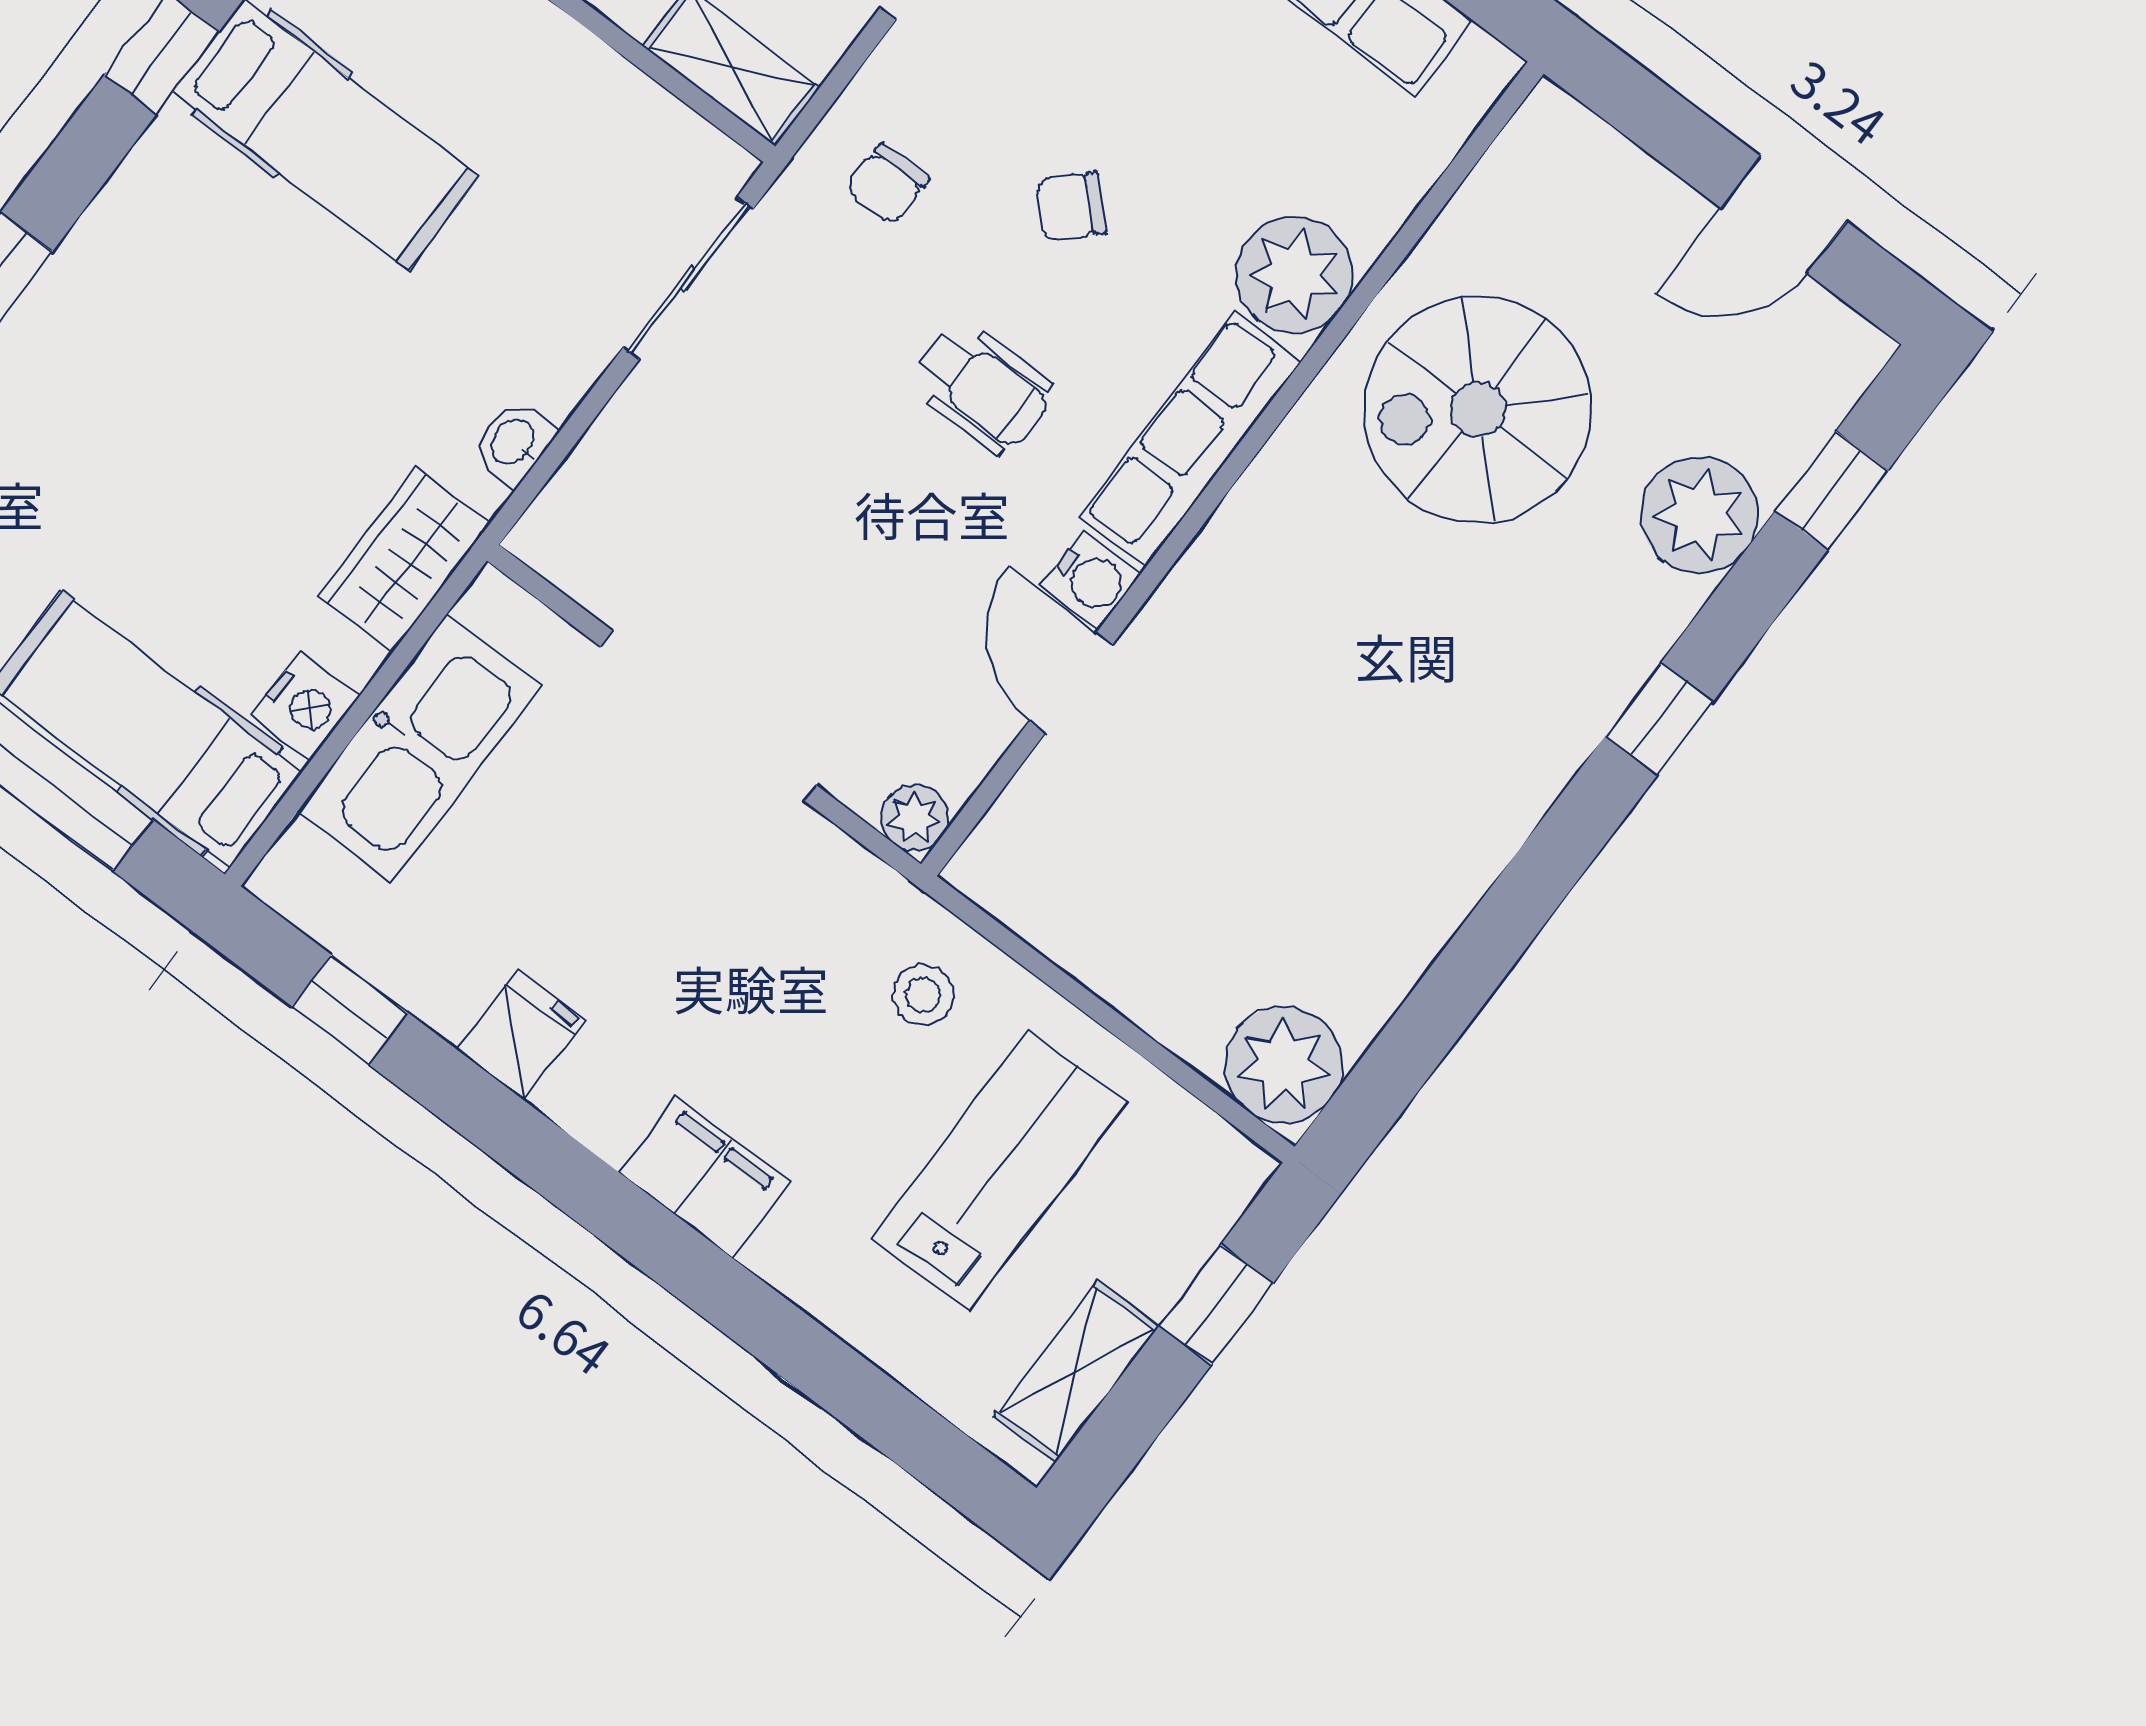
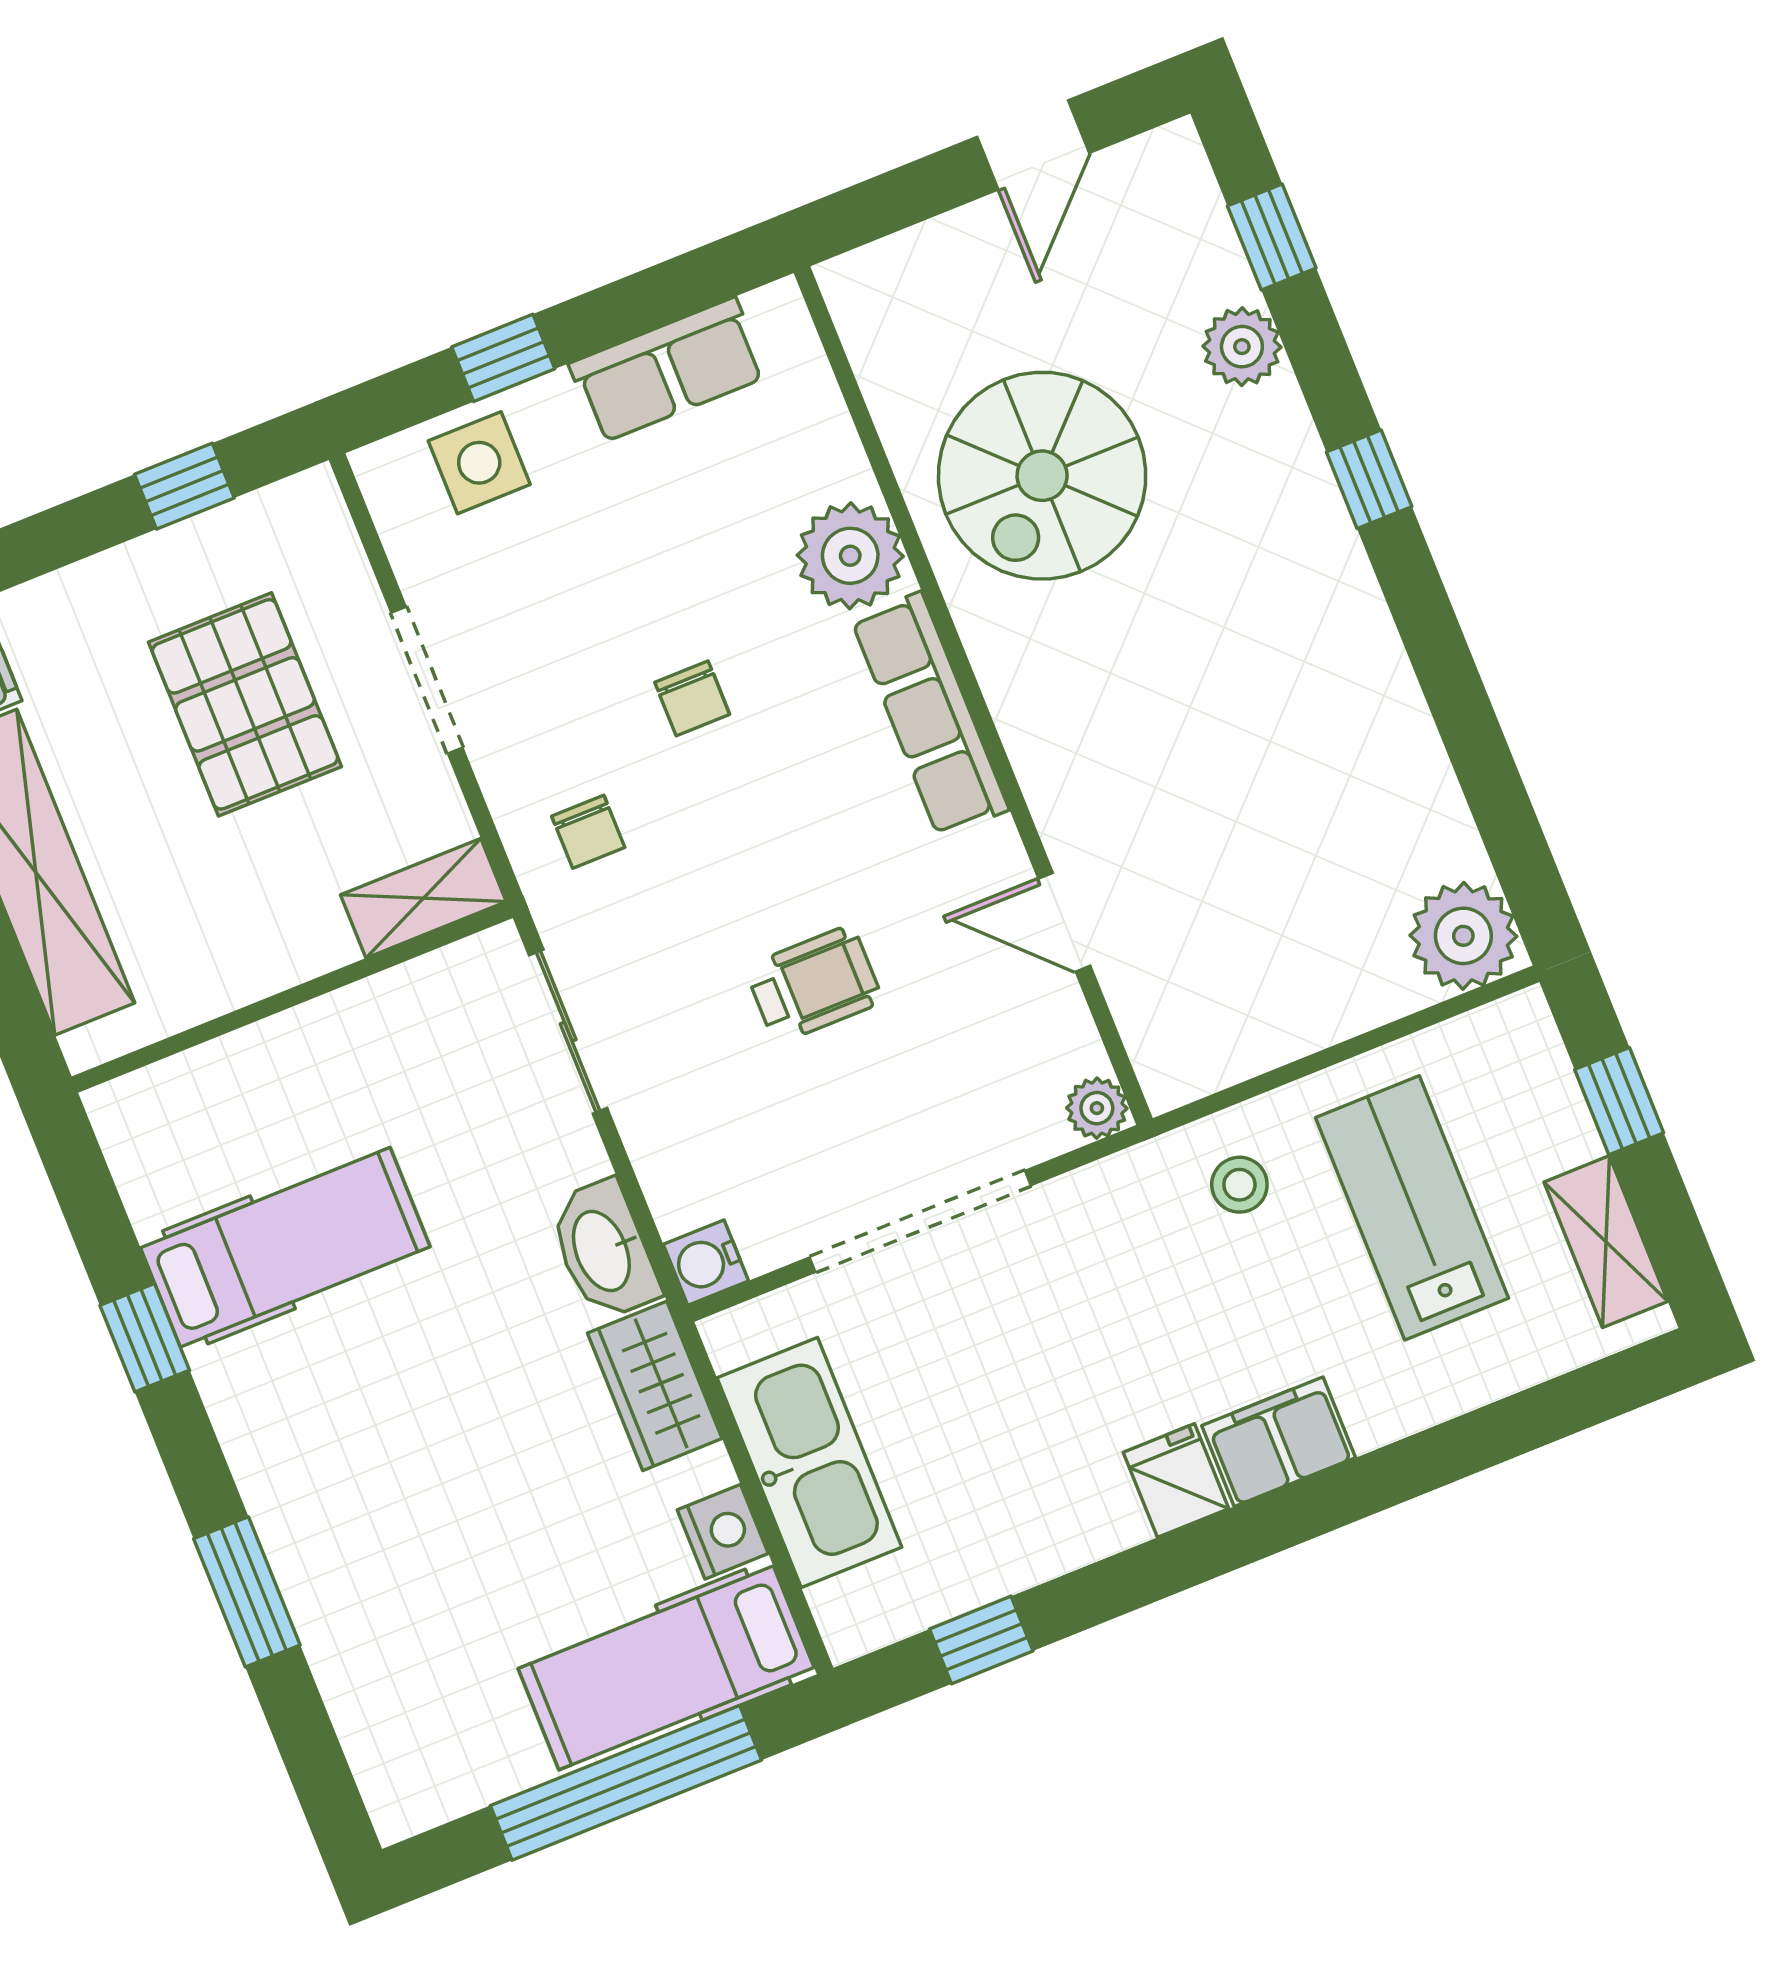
chair: (1071, 207) -> (692, 698), turned -45
wheelchair: (982, 387) -> (814, 984), moved
washbasin: (514, 443) -> (604, 1250), width x1.91, depth x1.45
plant: (1699, 515) -> (1242, 347), width x0.73, depth x0.73
water cooler: (1091, 580) -> (706, 1263), moved, turned 180
fridge: (521, 1035) -> (1176, 1481), moved

